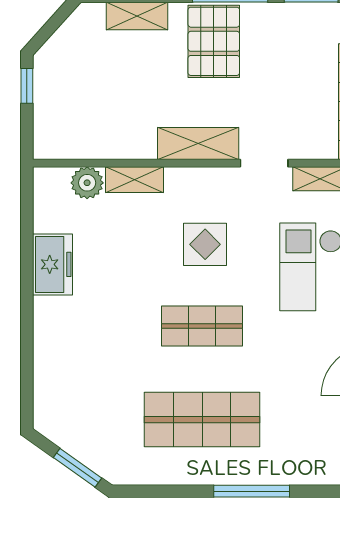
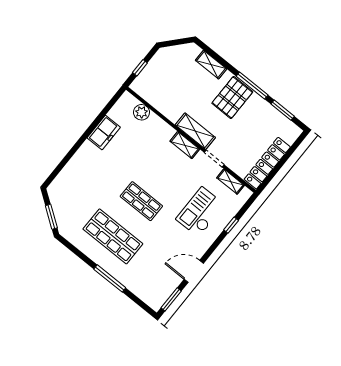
window: (27, 86) -> (140, 68), moved
shelving: (135, 180) -> (185, 145), moved
display table: (205, 244) -> (167, 171), removed

